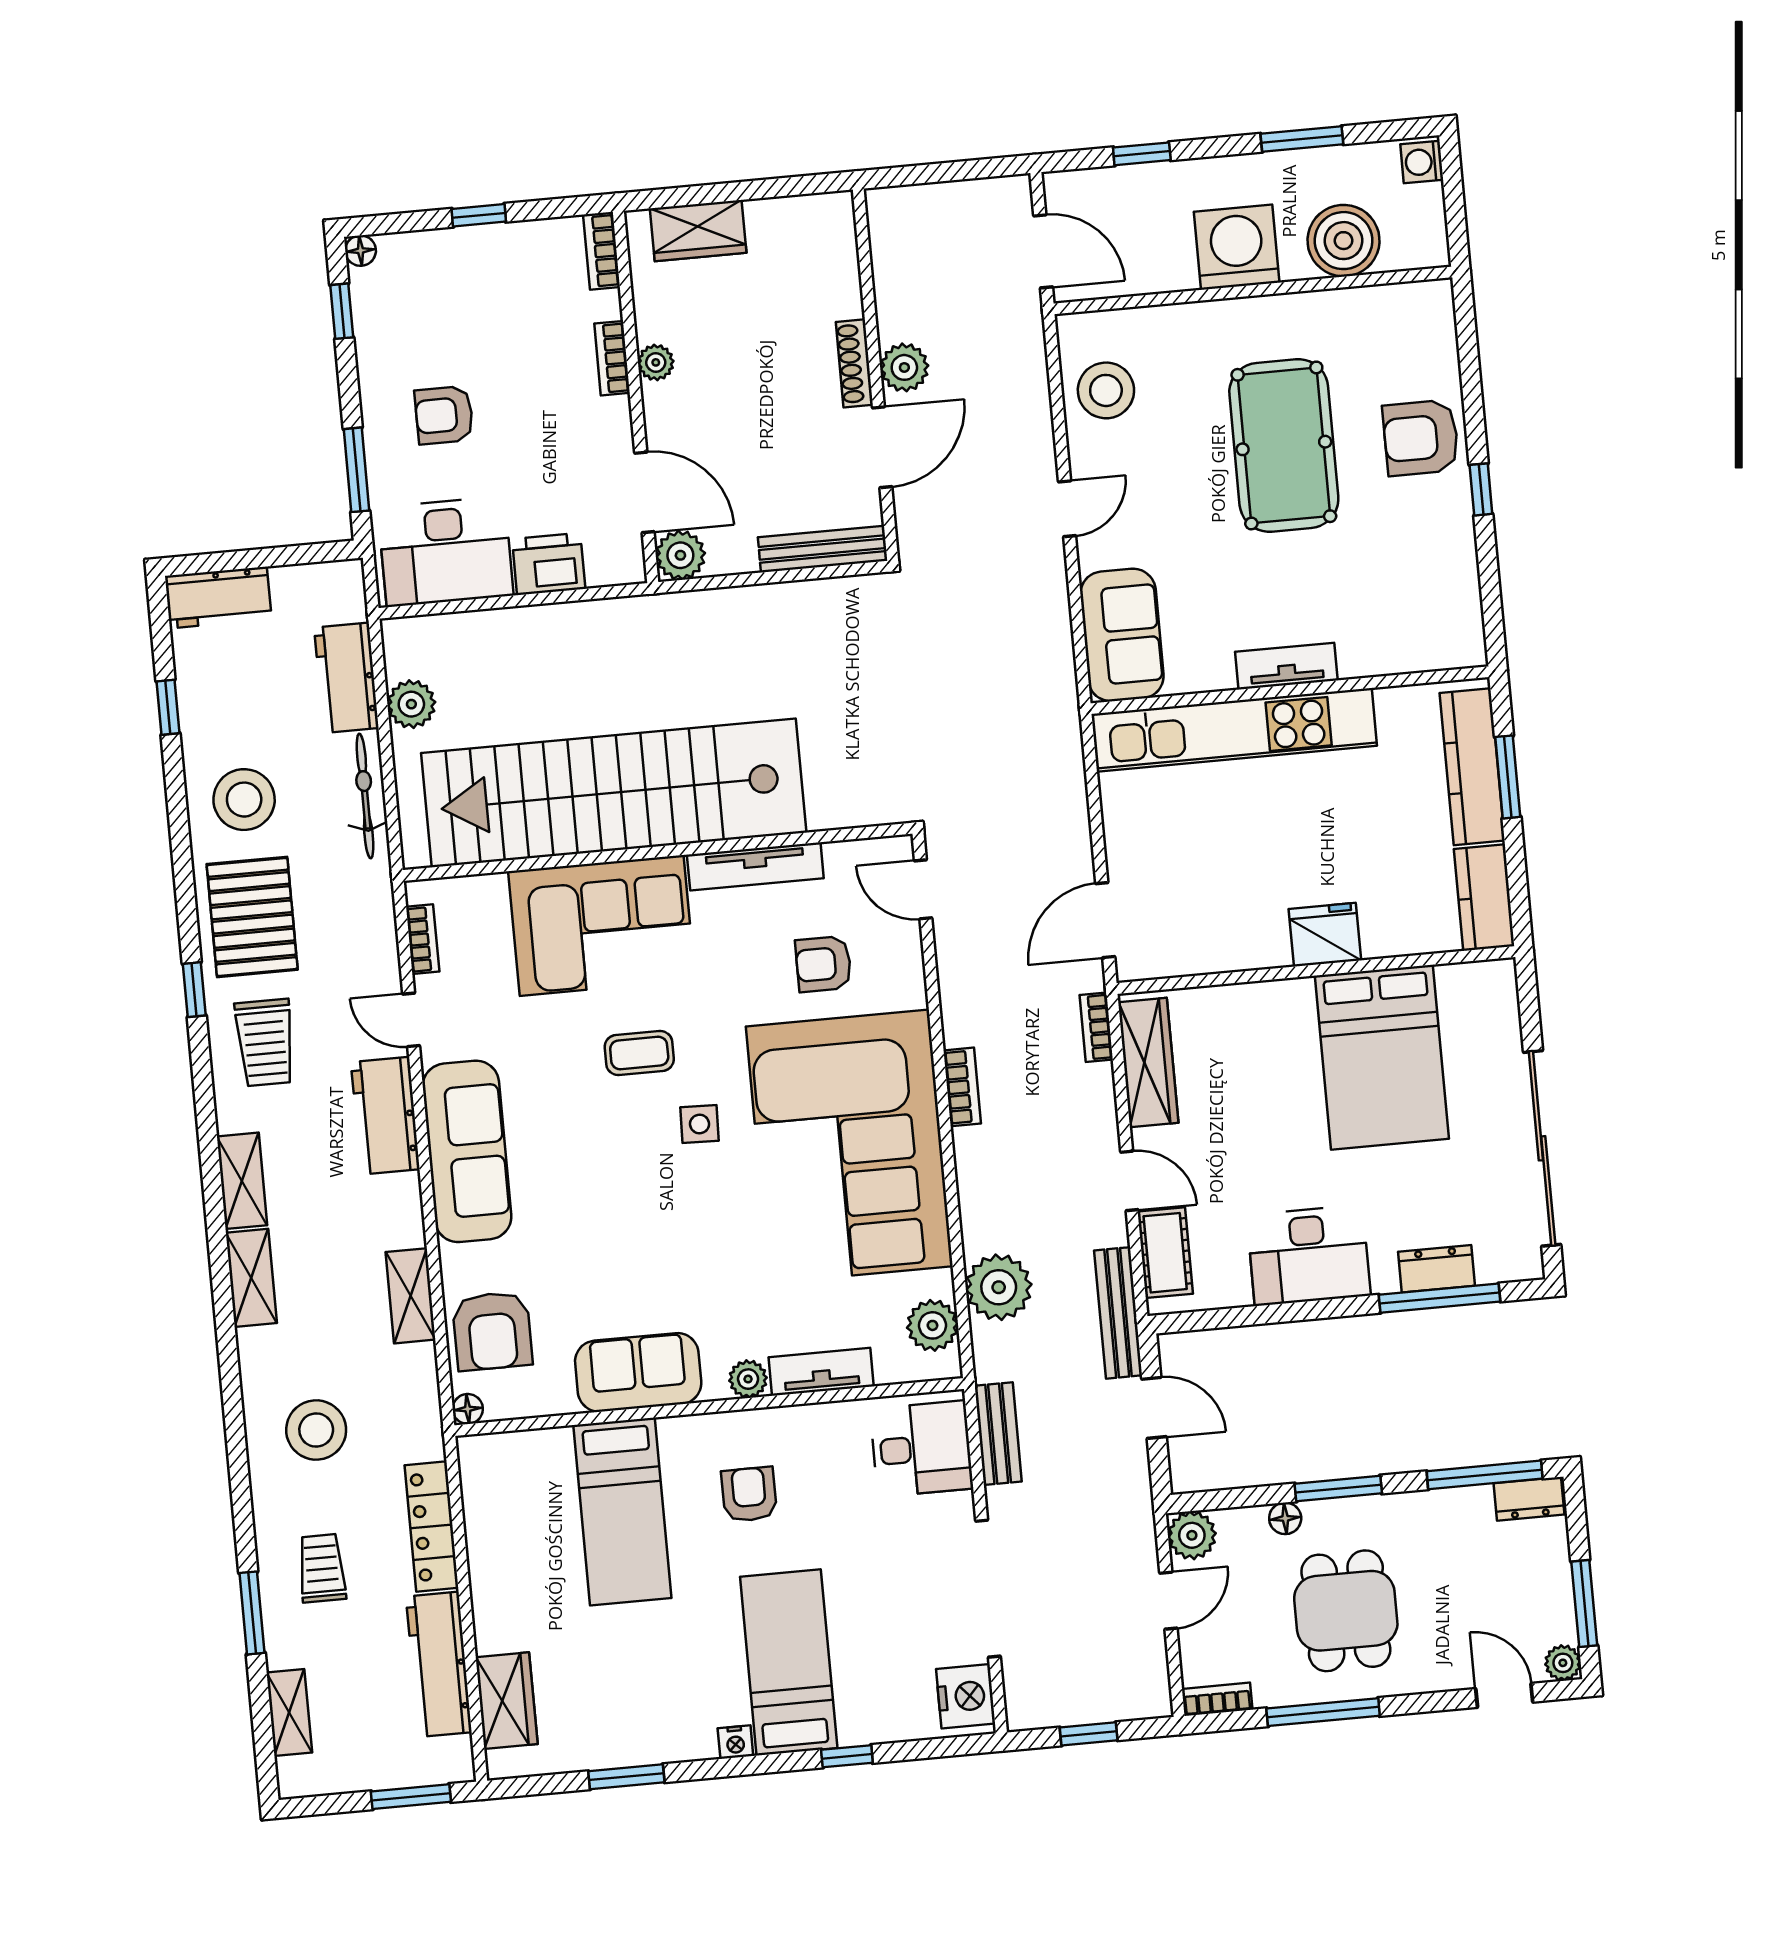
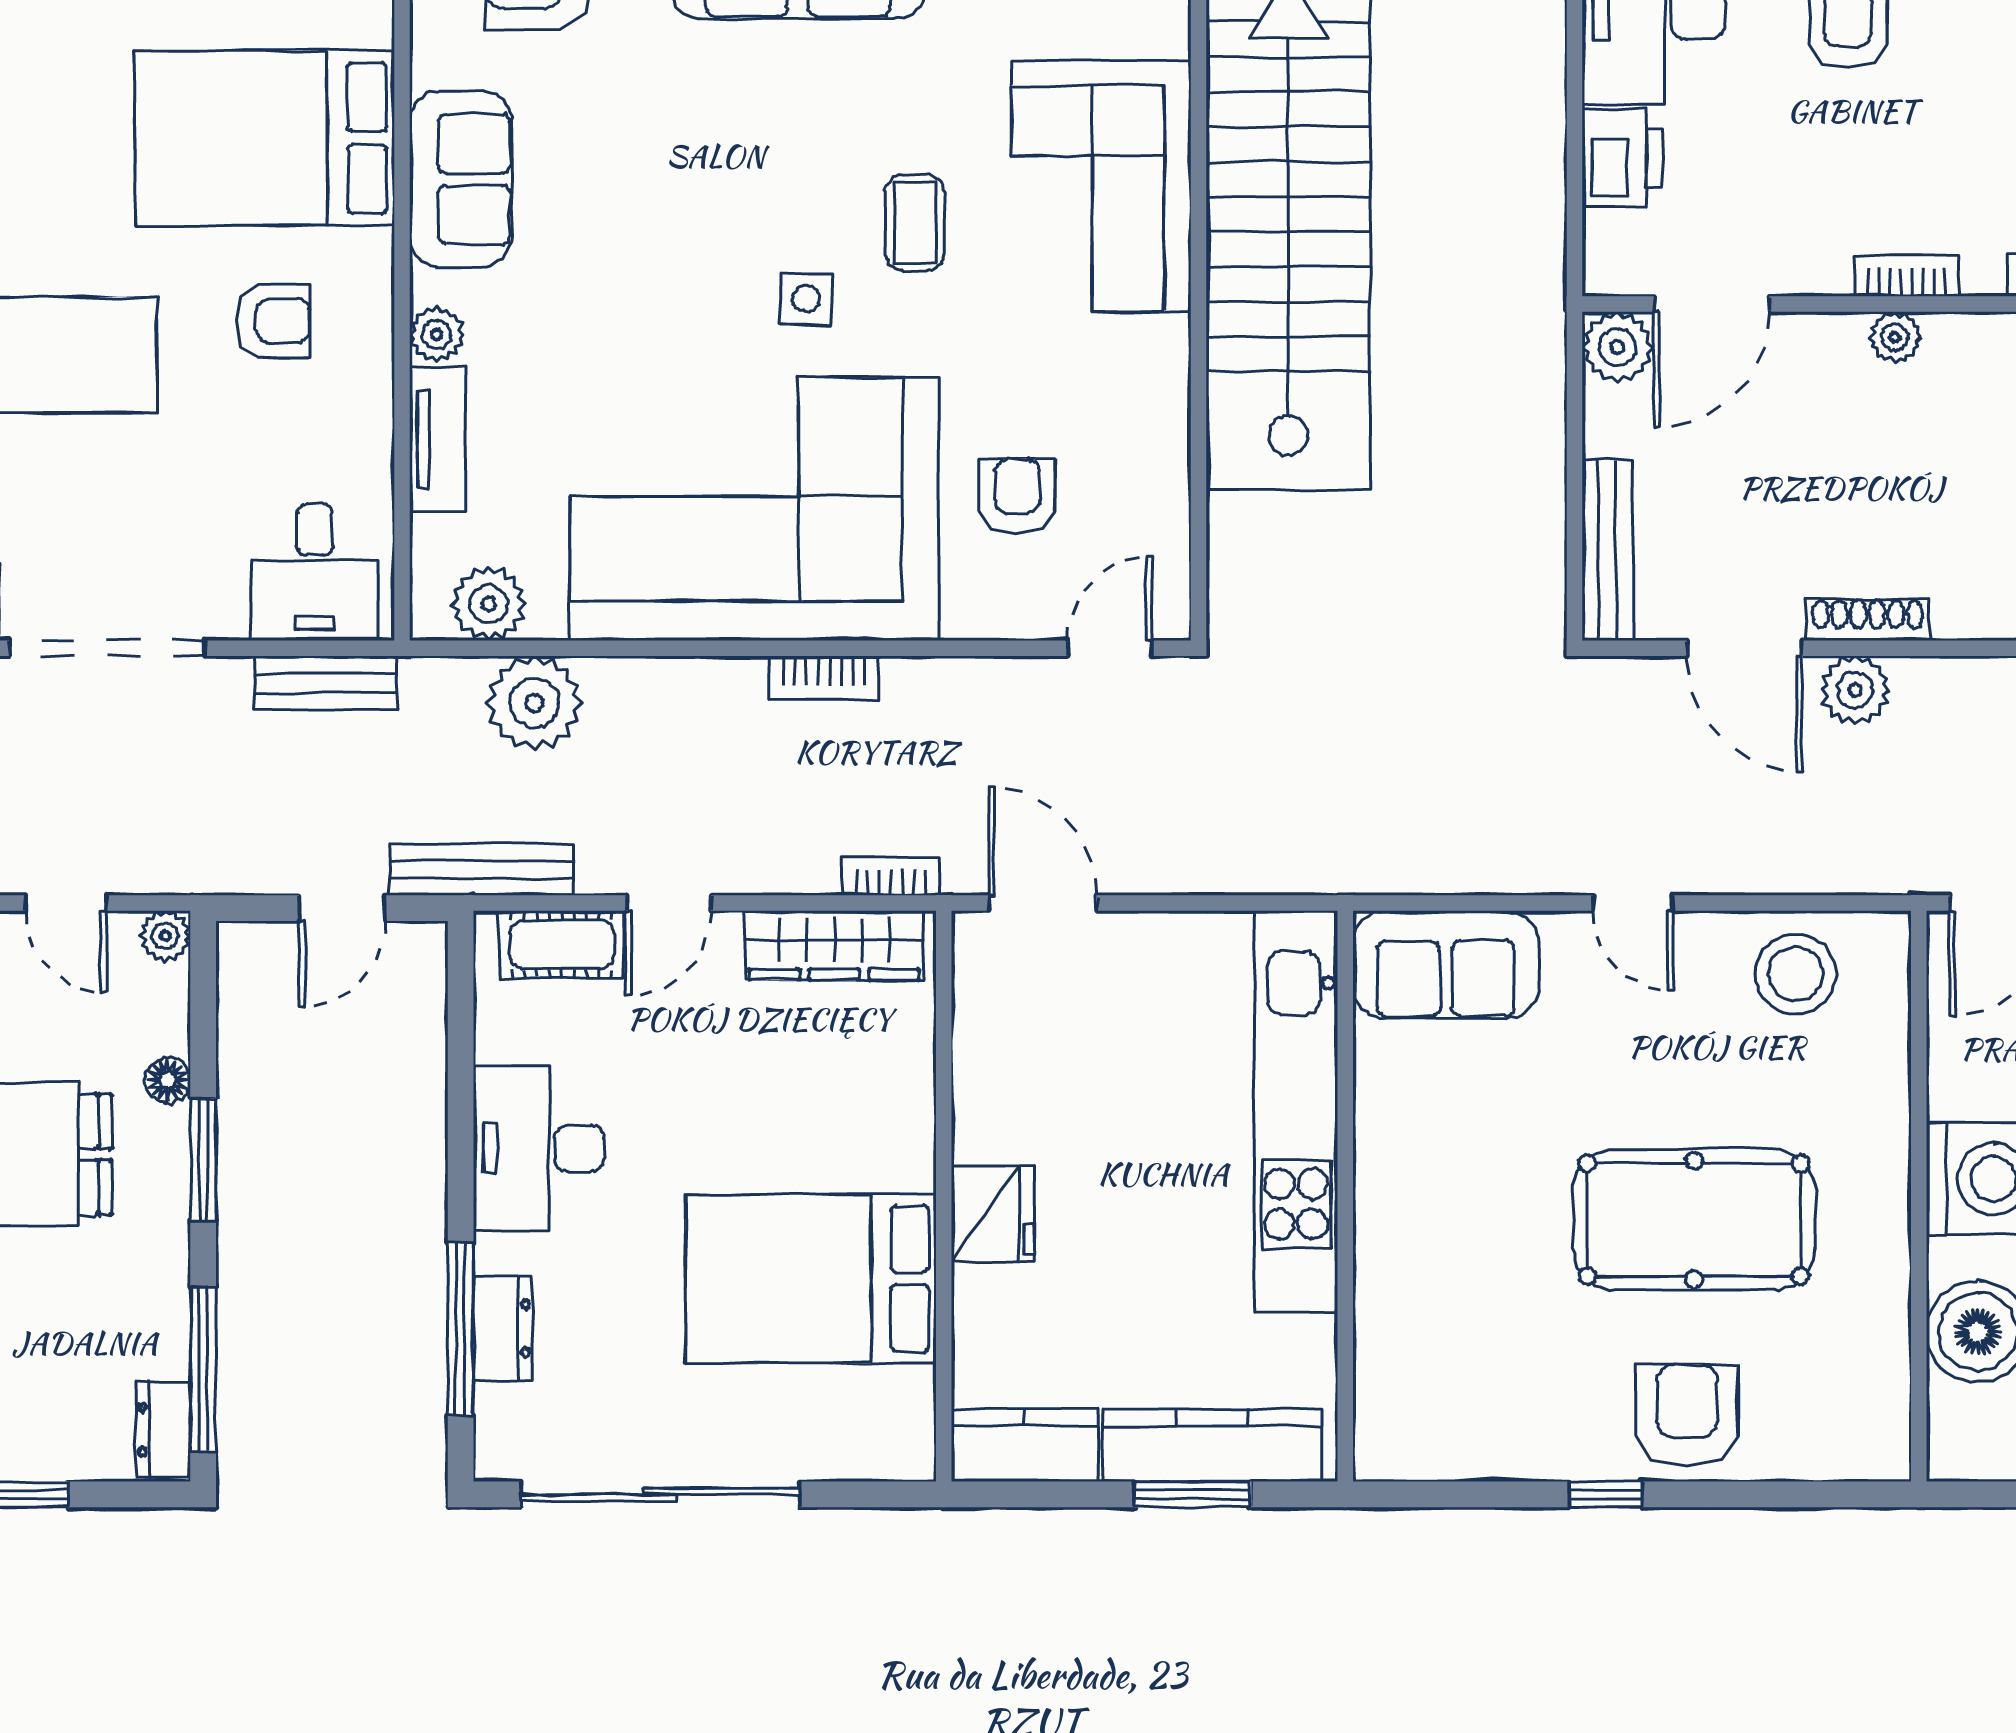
tv unit: (1286, 666) -> (1380, 1194), removed
tv unit: (755, 866) -> (1165, 412), removed
bed: (622, 1512) -> (265, 138), width x1.50
plant: (1192, 1535) -> (165, 936), width x0.73, depth x0.73

